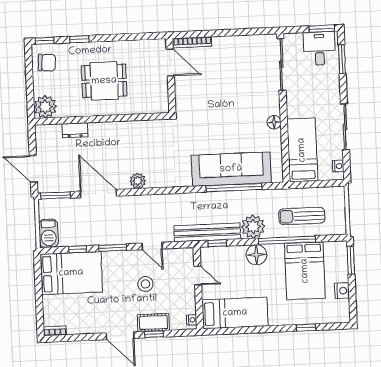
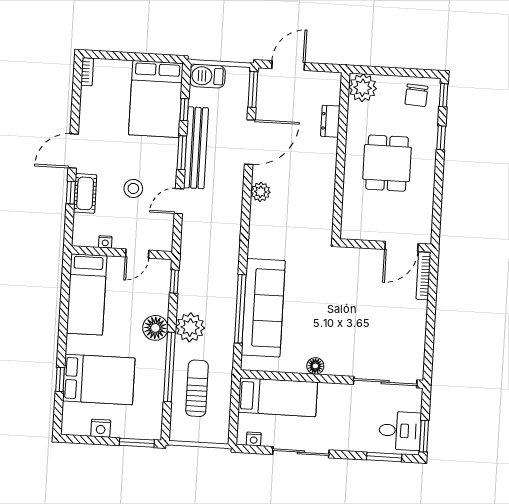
bench: (207, 232) -> (196, 148), moved
bed: (305, 271) -> (99, 380), moved, turned 180
nightstand: (192, 320) -> (105, 242), moved

